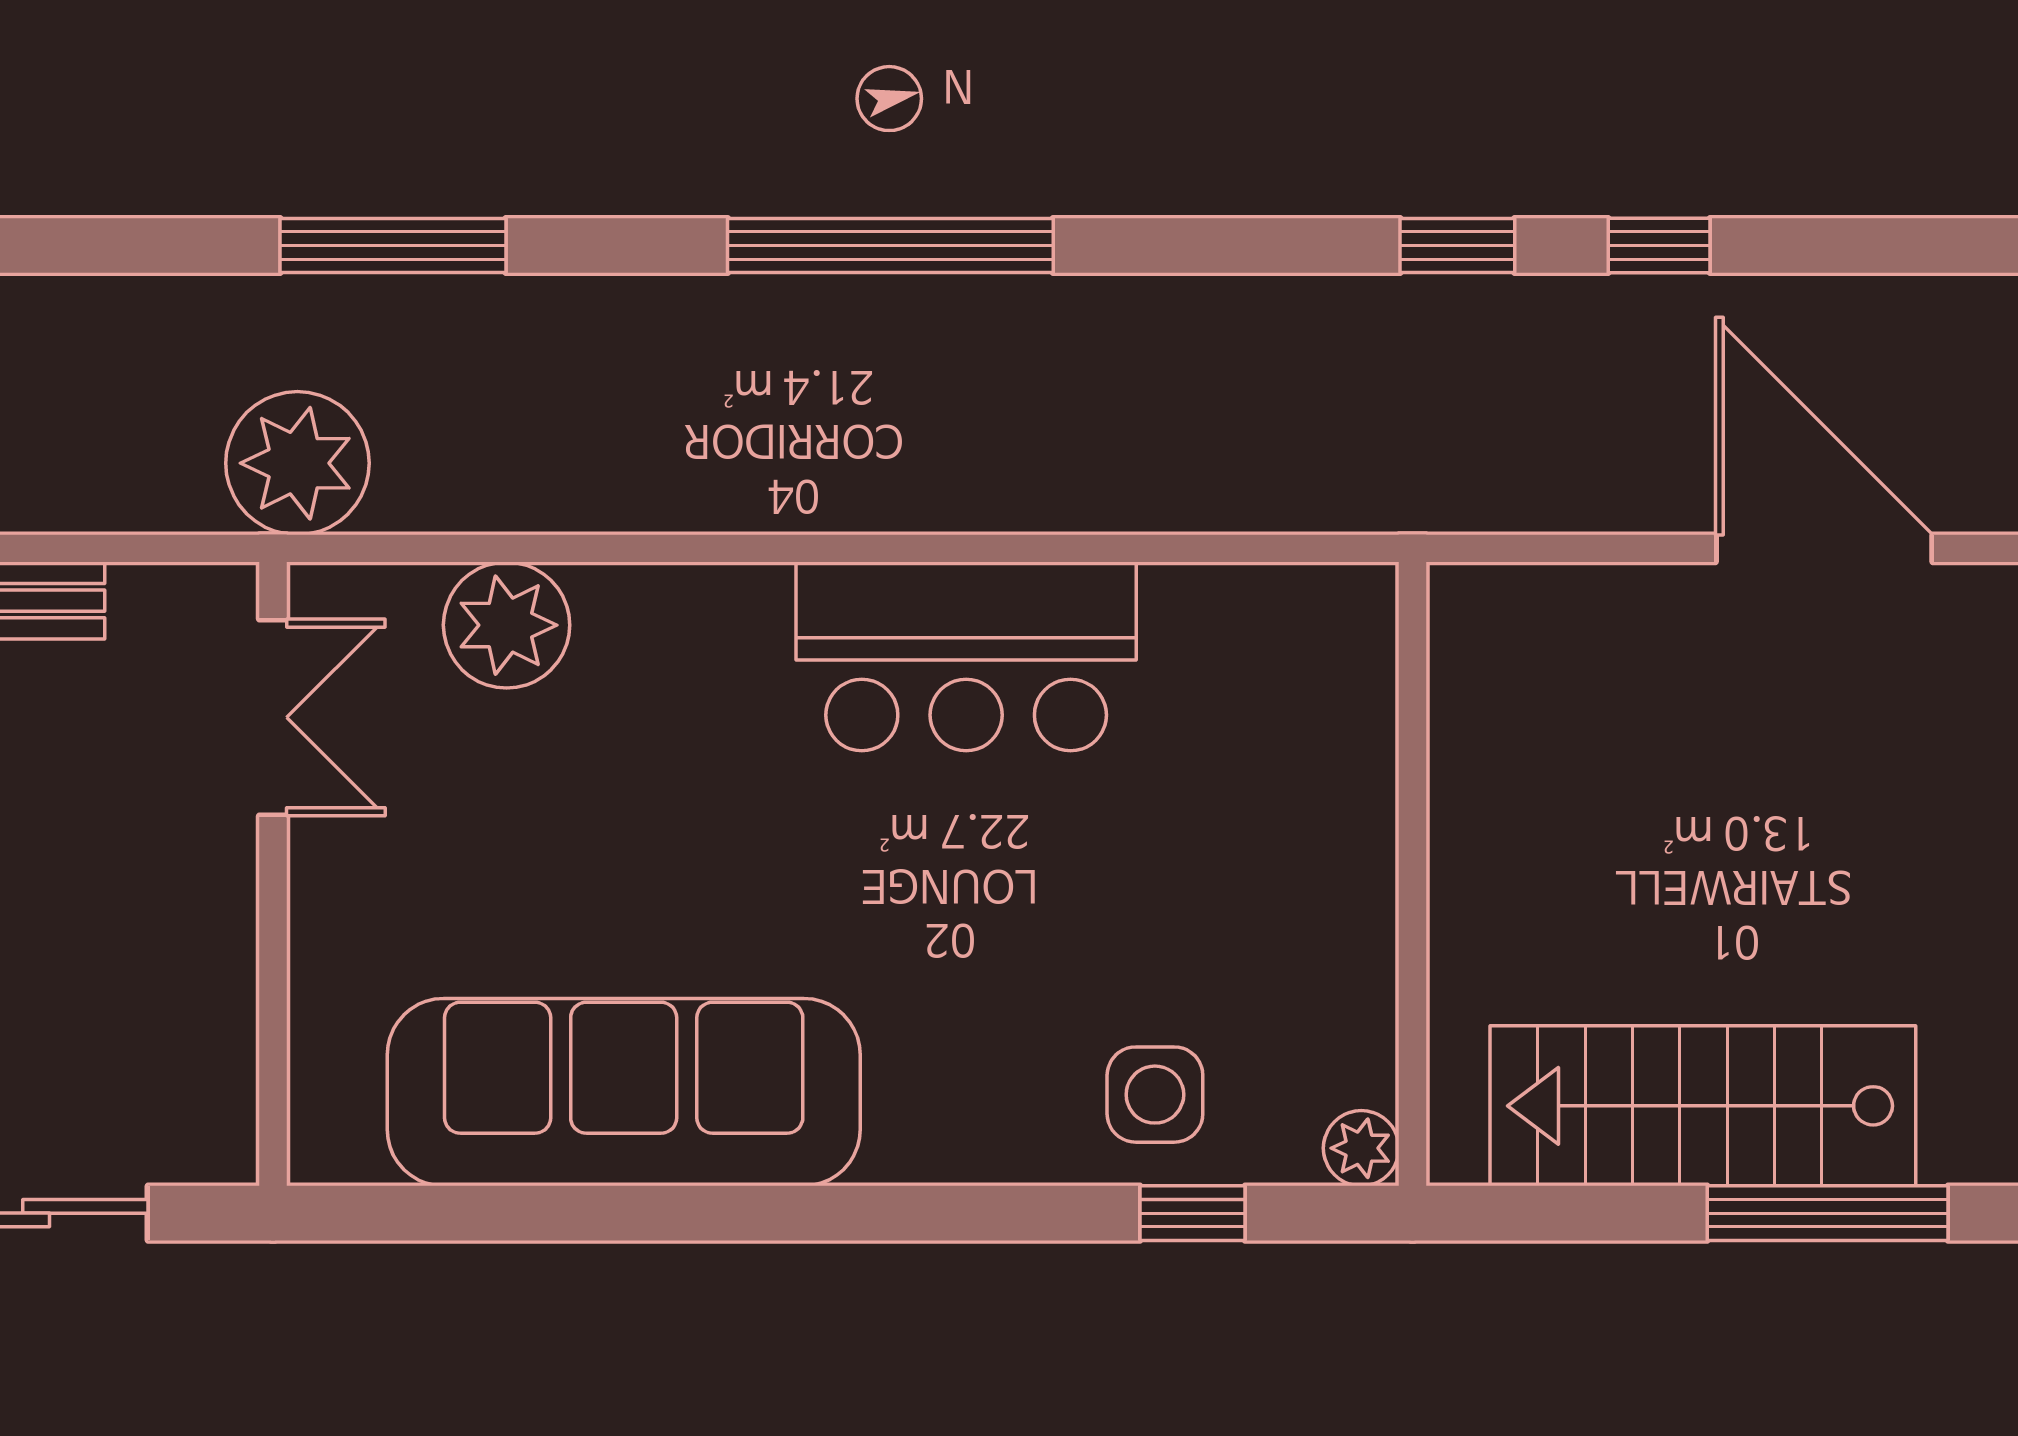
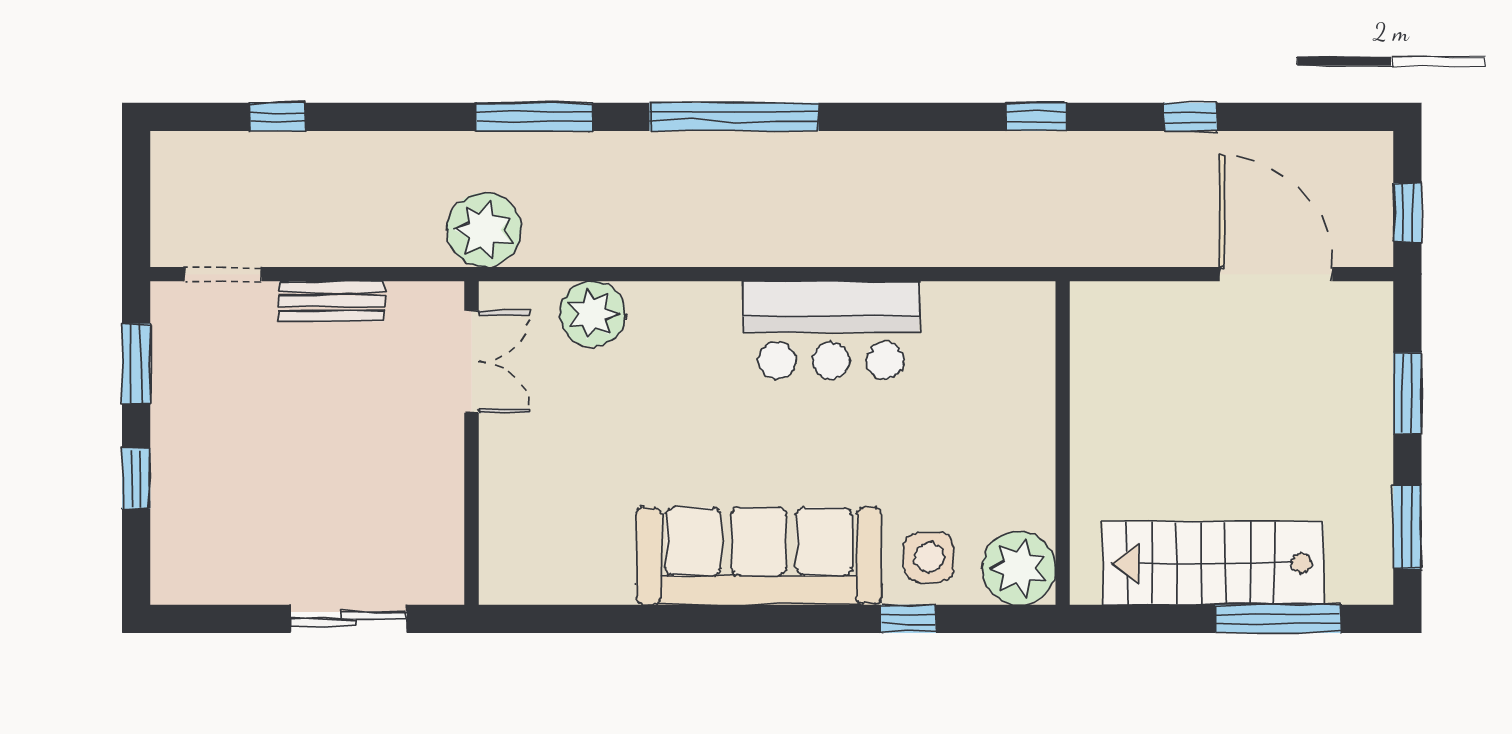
window: (890, 245) -> (734, 117), moved
window: (1457, 245) -> (1036, 117), moved
sofa: (624, 1092) -> (759, 556), moved
plant: (1361, 1148) -> (1019, 568), width x1.88, depth x1.88
window: (1192, 1213) -> (908, 619), moved

